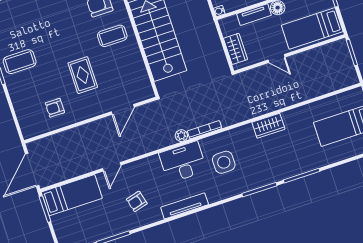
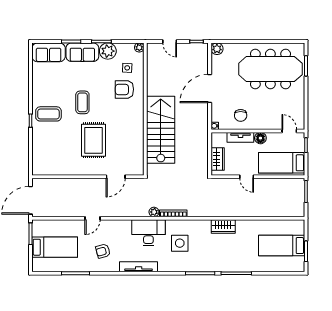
coffee table: (112, 36) -> (82, 102), moved, turned 90
rug: (83, 75) -> (94, 140), width x1.36, depth x1.43
armchair: (55, 108) -> (64, 158), removed
bed: (72, 195) -> (55, 247), moved

